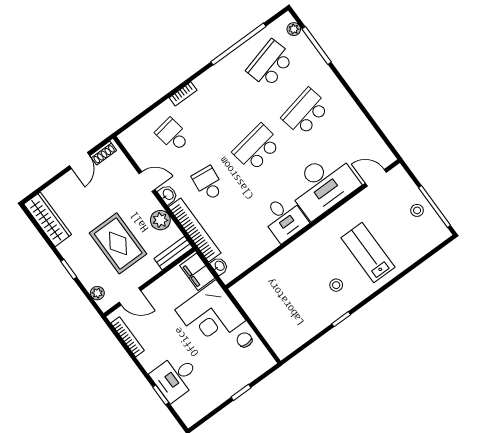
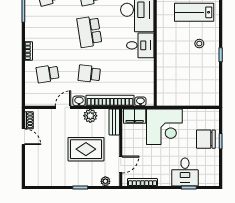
wardrobe: (48, 219) -> (43, 179), removed
chair: (244, 340) -> (206, 139), moved, width x1.87, depth x1.87

